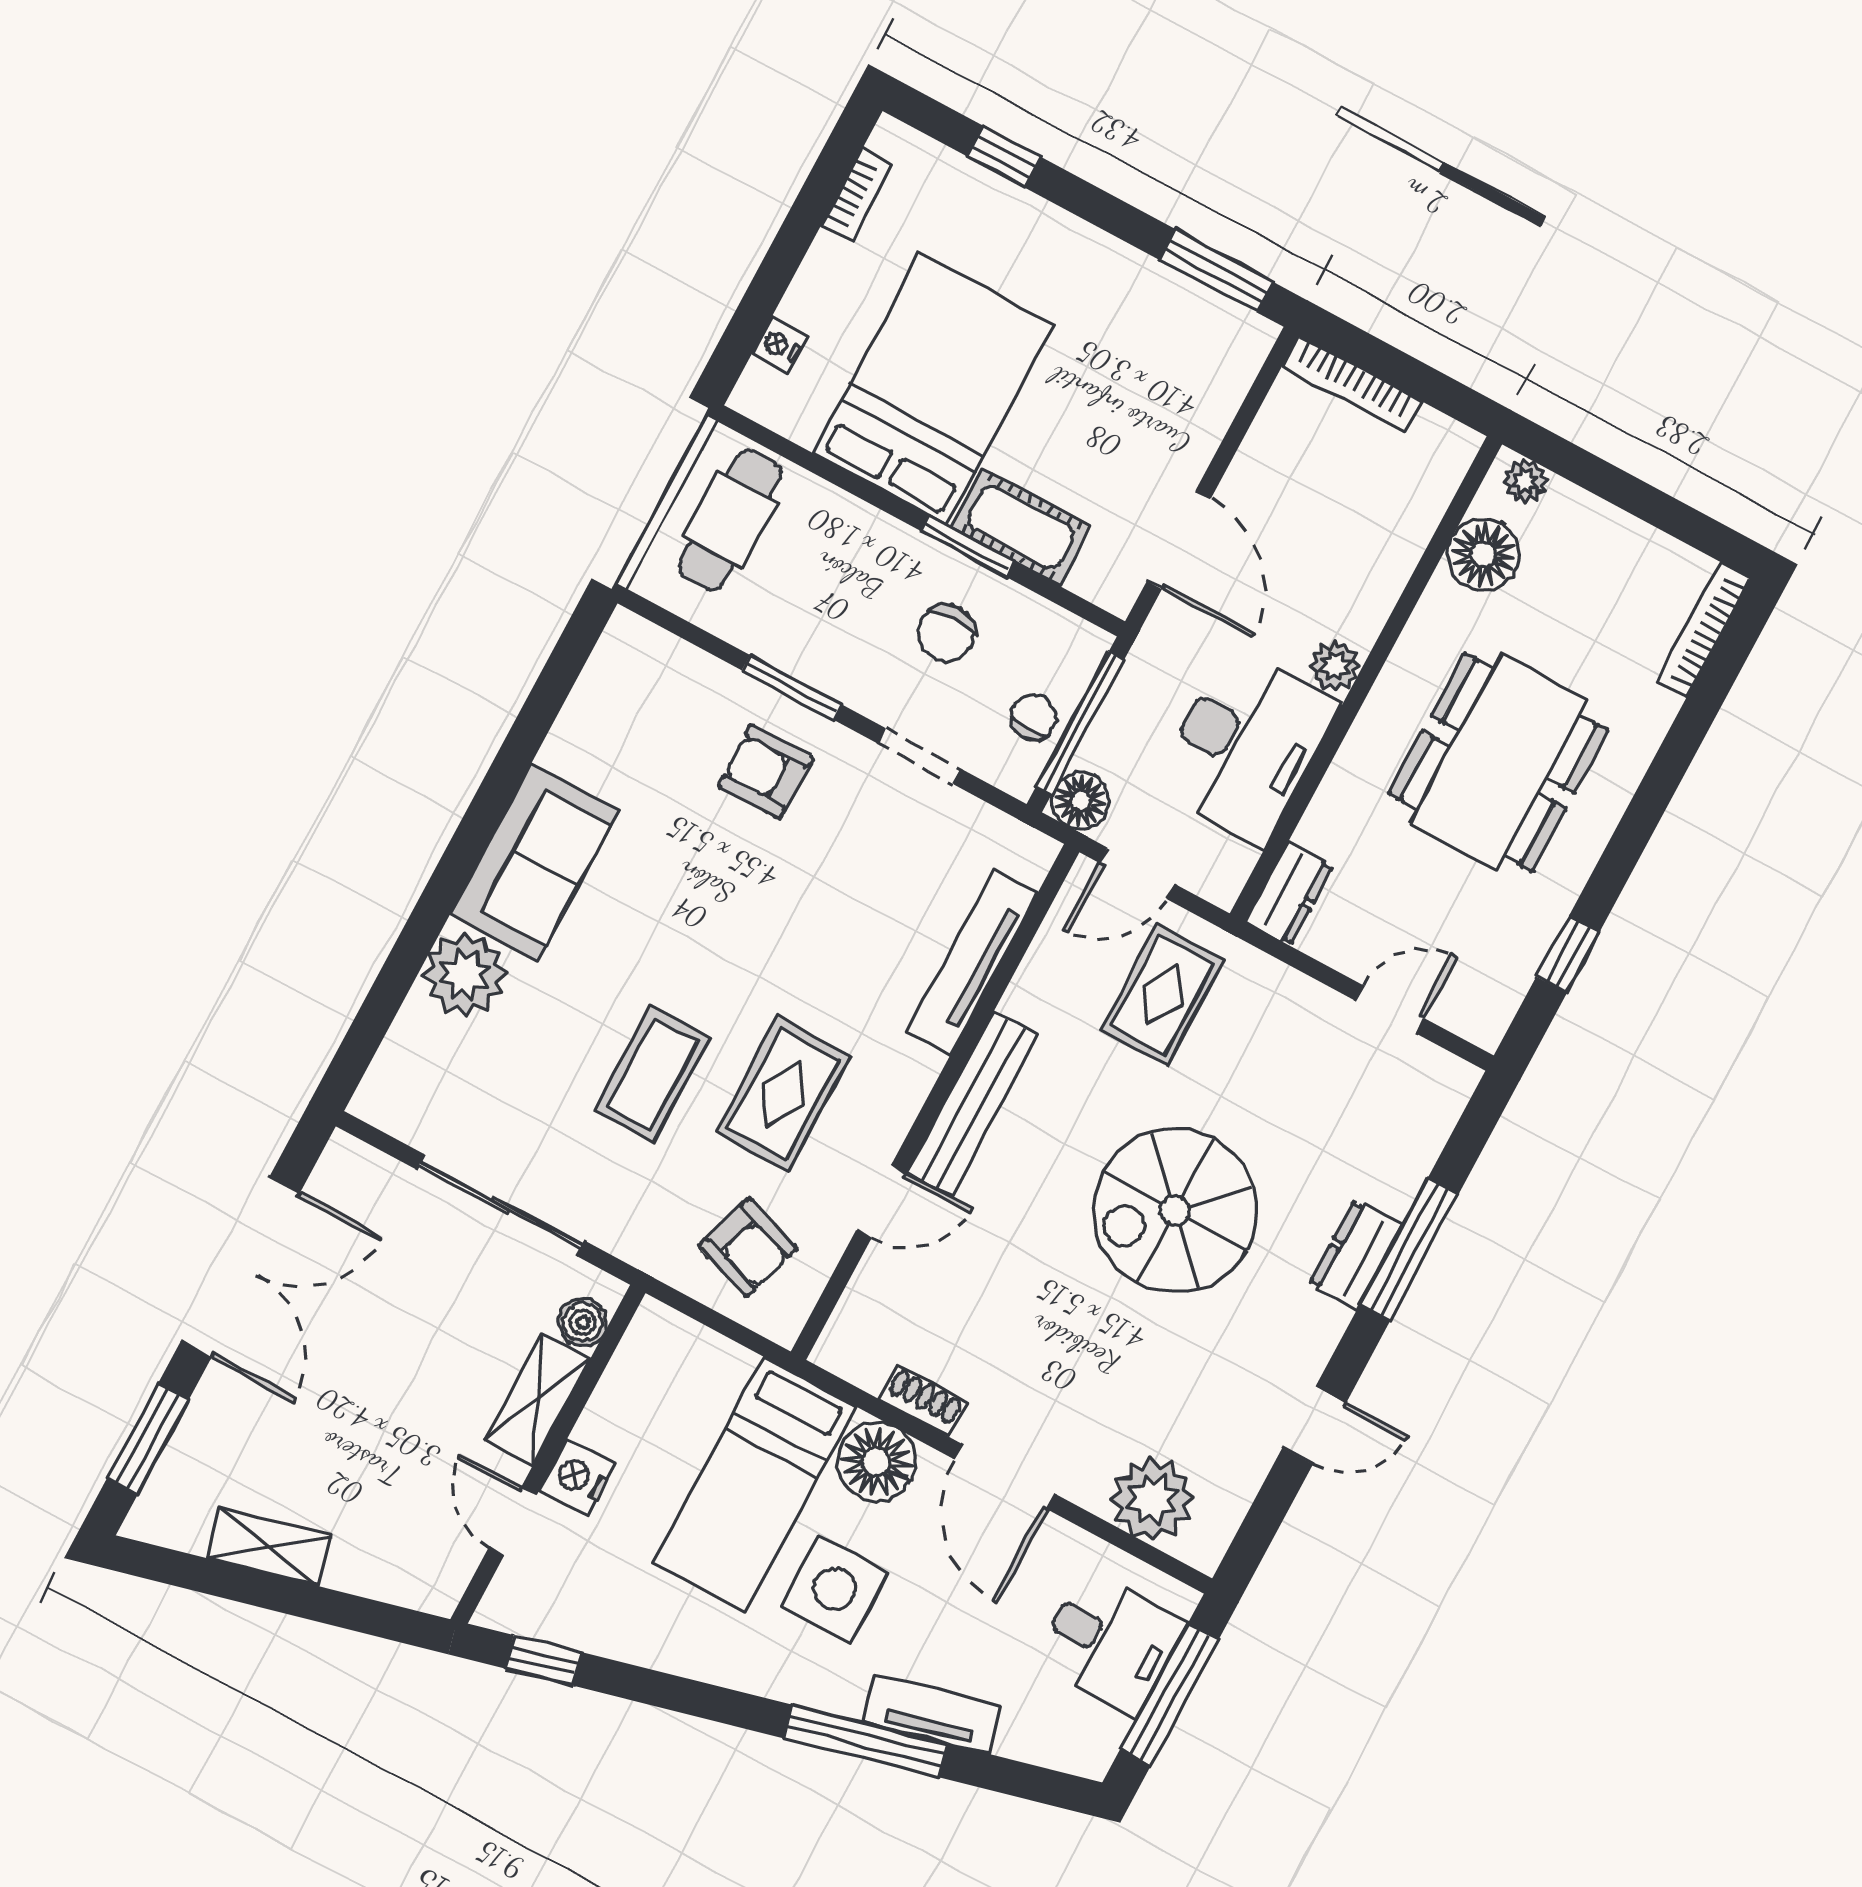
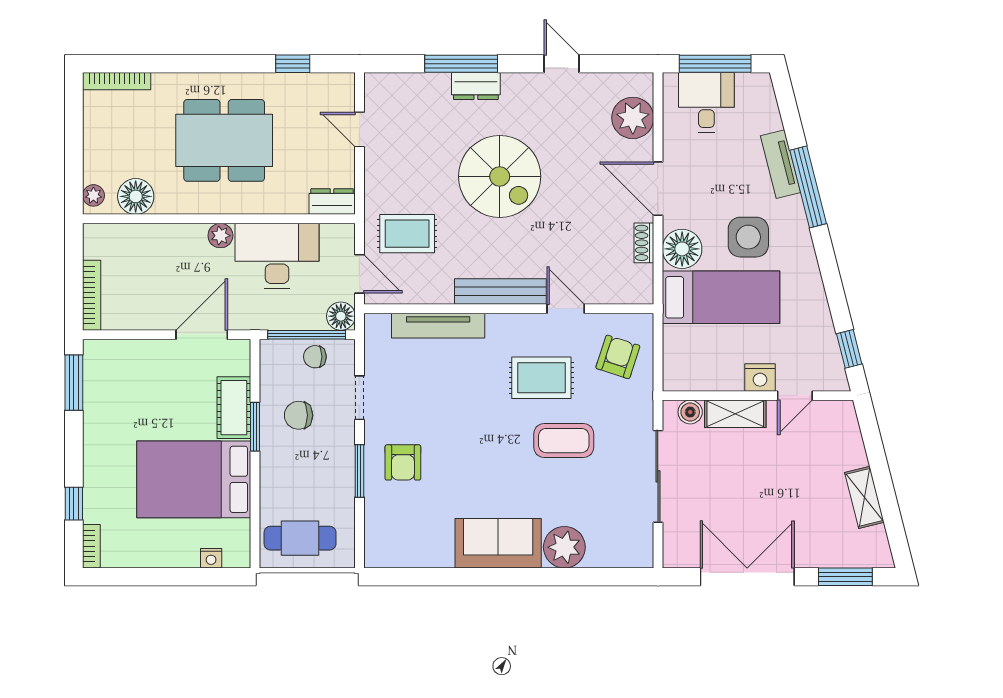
bookcase: (857, 195) -> (91, 546), moved, turned 90
chair: (946, 633) -> (299, 415), turned 180
door: (1005, 1477) -> (658, 189), swing flipped

